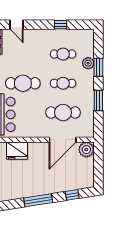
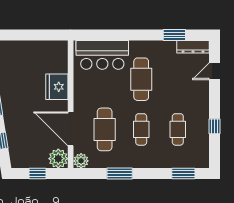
plant: (88, 63) -> (81, 161), moved
window: (98, 67) -> (183, 174), moved
fridge: (17, 151) -> (57, 87), moved
window: (98, 166) -> (38, 174), added

